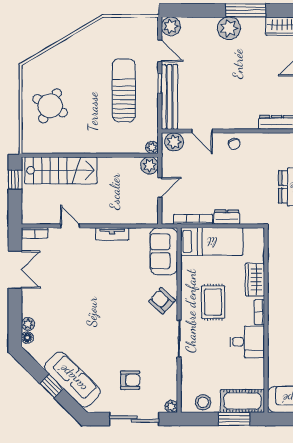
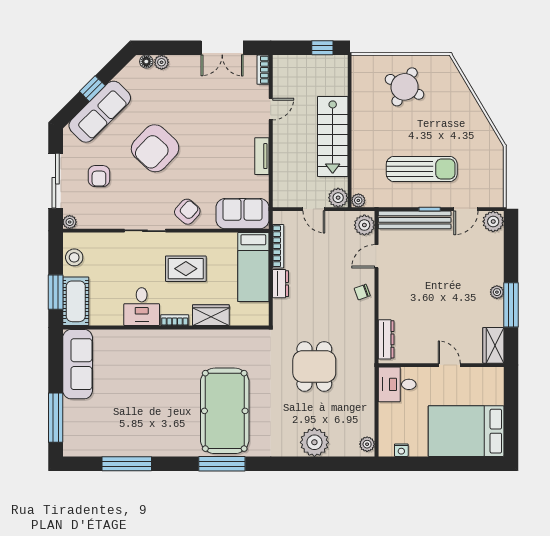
plant: (229, 28) -> (497, 292), width x0.53, depth x0.53
stairs: (61, 170) -> (333, 137), moved
armchair: (105, 330) -> (155, 148), added

